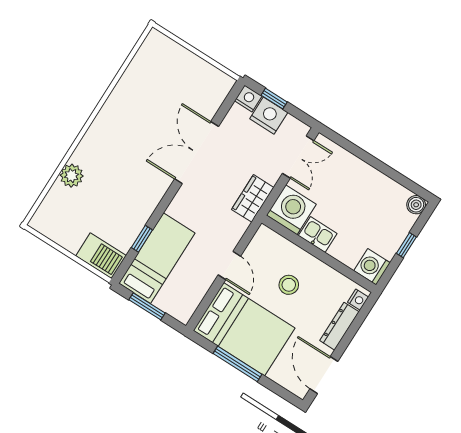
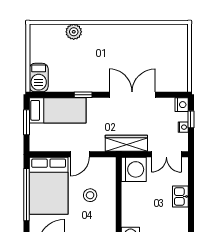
nightstand: (269, 116) -> (183, 127), width x0.53, depth x0.56
wardrobe: (253, 198) -> (126, 143), width x1.50
kitchen sink: (318, 235) -> (180, 196), moved, turned 180
window: (142, 239) -> (83, 95), moved
window: (238, 364) -> (26, 195), width x1.46

